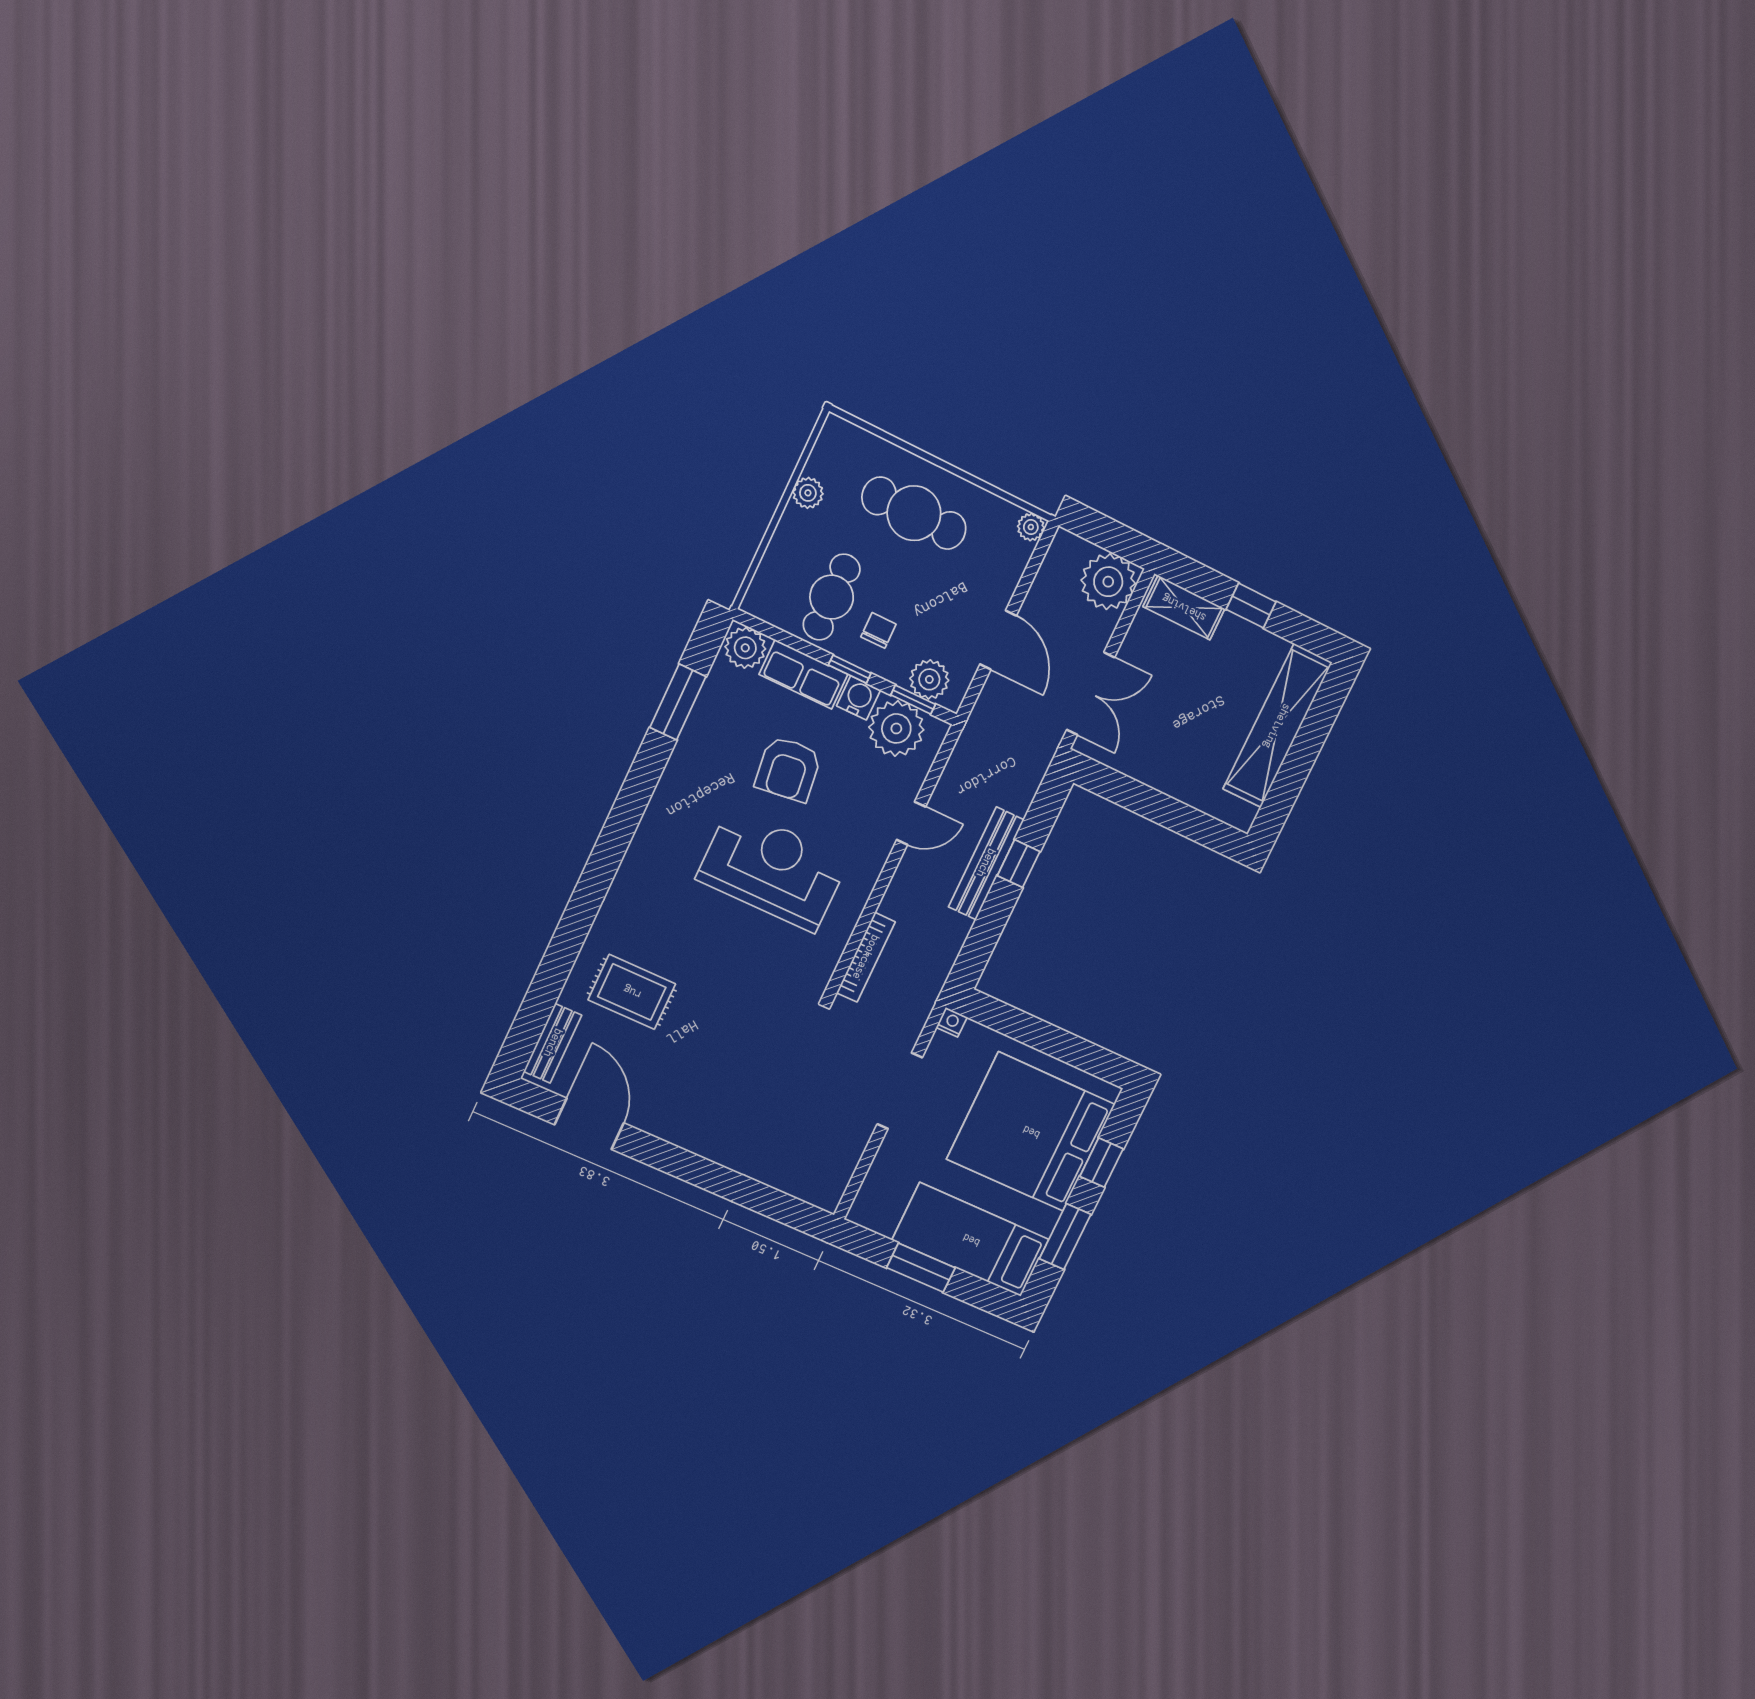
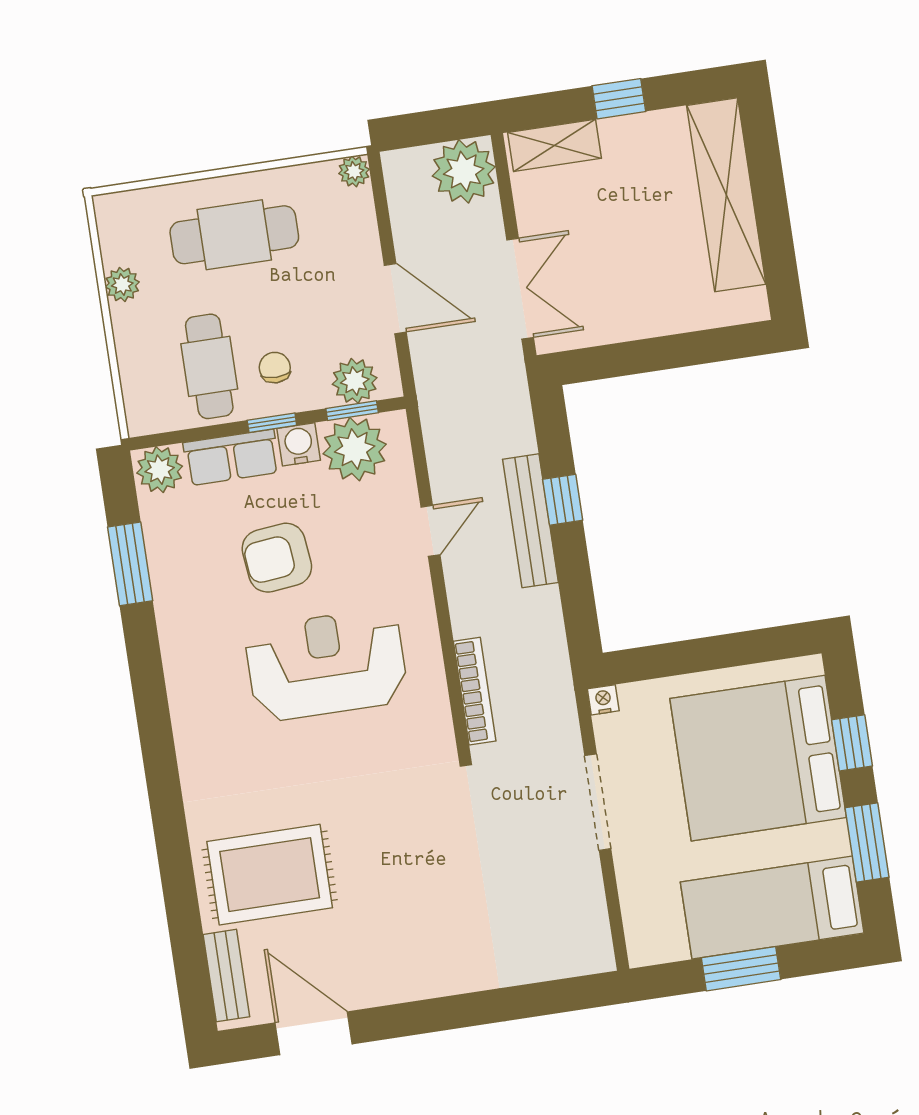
armchair: (788, 769) -> (277, 558), turned 91
rug: (632, 992) -> (270, 875), width x1.36, depth x1.43

